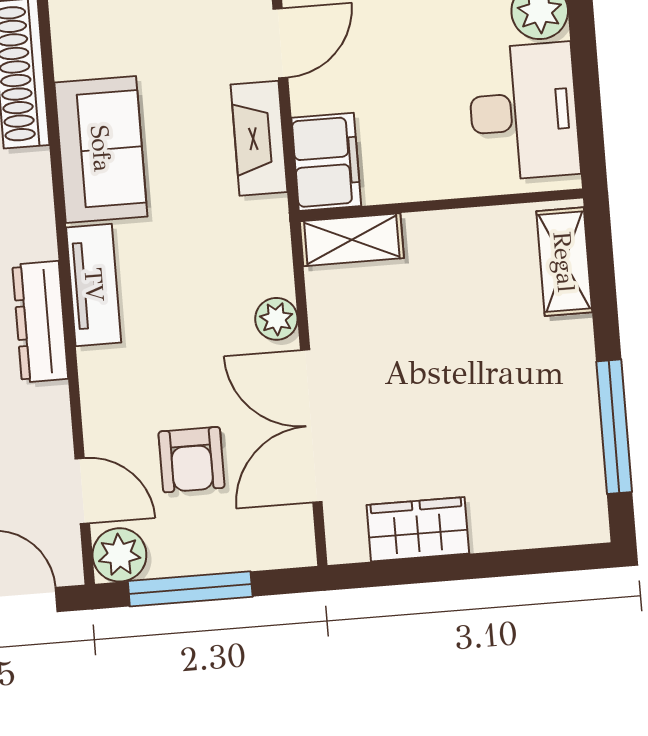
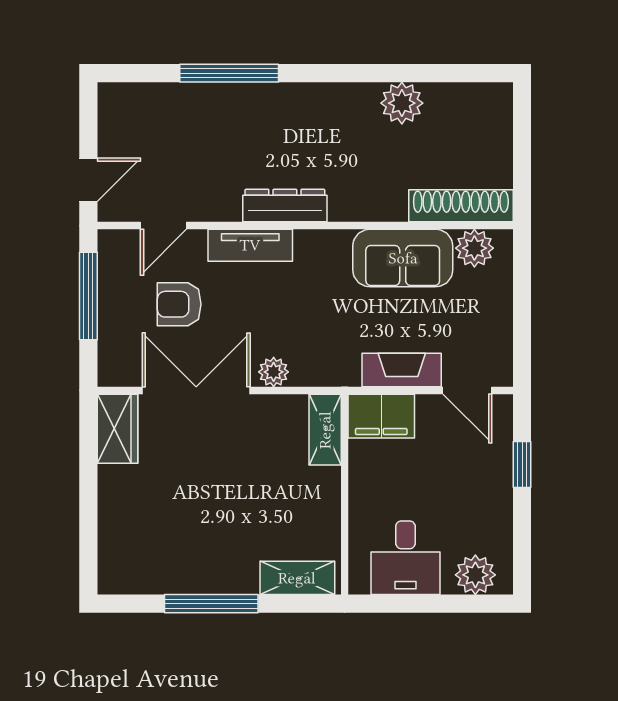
desk: (524, 112) -> (405, 558), width x0.73
tv unit: (94, 285) -> (250, 245), moved
window: (614, 427) -> (211, 604), moved
wardrobe: (418, 529) -> (117, 429), moved
plant: (119, 555) -> (474, 248), moved

